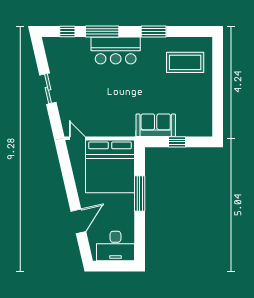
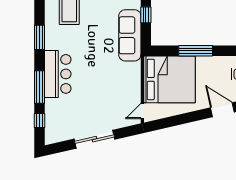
sliding door: (48, 89) -> (95, 139), width x1.37
sofa: (156, 125) -> (130, 35), width x1.36

